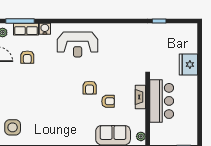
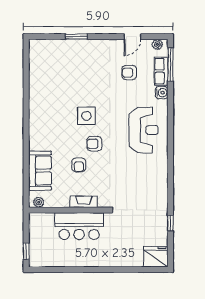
reception desk: (78, 44) -> (144, 130), turned 180
fridge: (188, 64) -> (156, 257), moved
side table: (13, 127) -> (86, 116), moved

